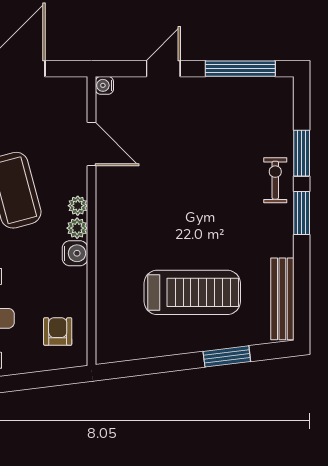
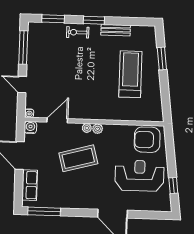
window: (302, 153) -> (53, 19), moved
water cooler: (75, 253) -> (30, 127), moved
bench: (282, 299) -> (116, 30), moved, width x0.73
armchair: (58, 331) -> (147, 140), width x1.88, depth x1.88

